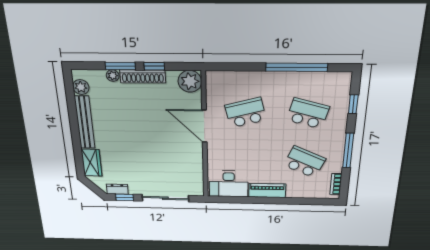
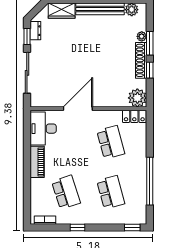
locker: (213, 85) -> (134, 116), added
window: (353, 104) -> (132, 227), moved
school desk: (308, 113) -> (111, 192), turned -30
door: (204, 126) -> (78, 109), moved
window: (348, 151) -> (78, 227), width x0.46
school desk: (304, 162) -> (66, 192), turned -42

